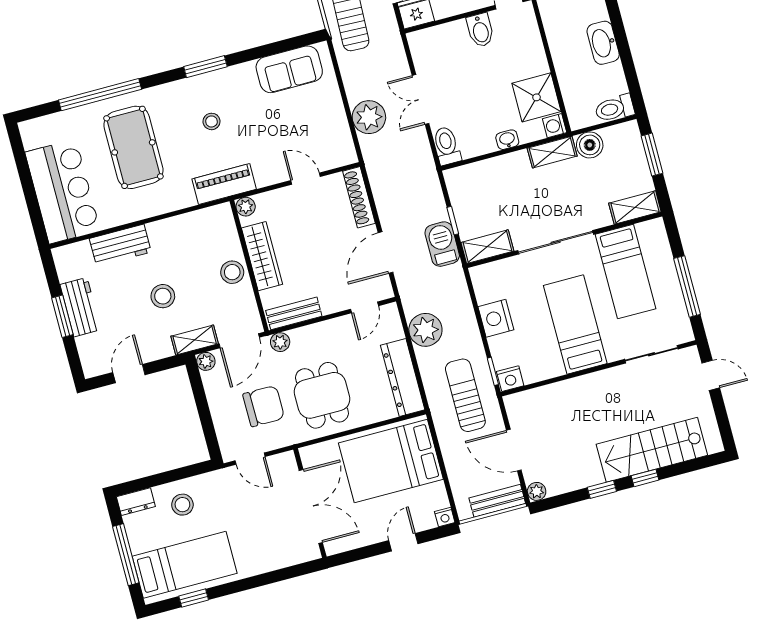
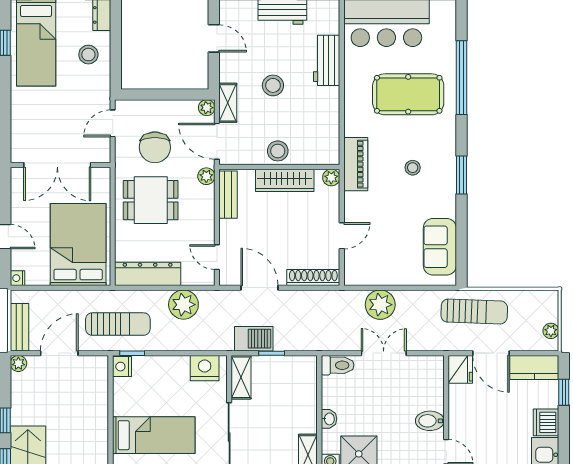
nightstand: (496, 318) -> (205, 368), moved

